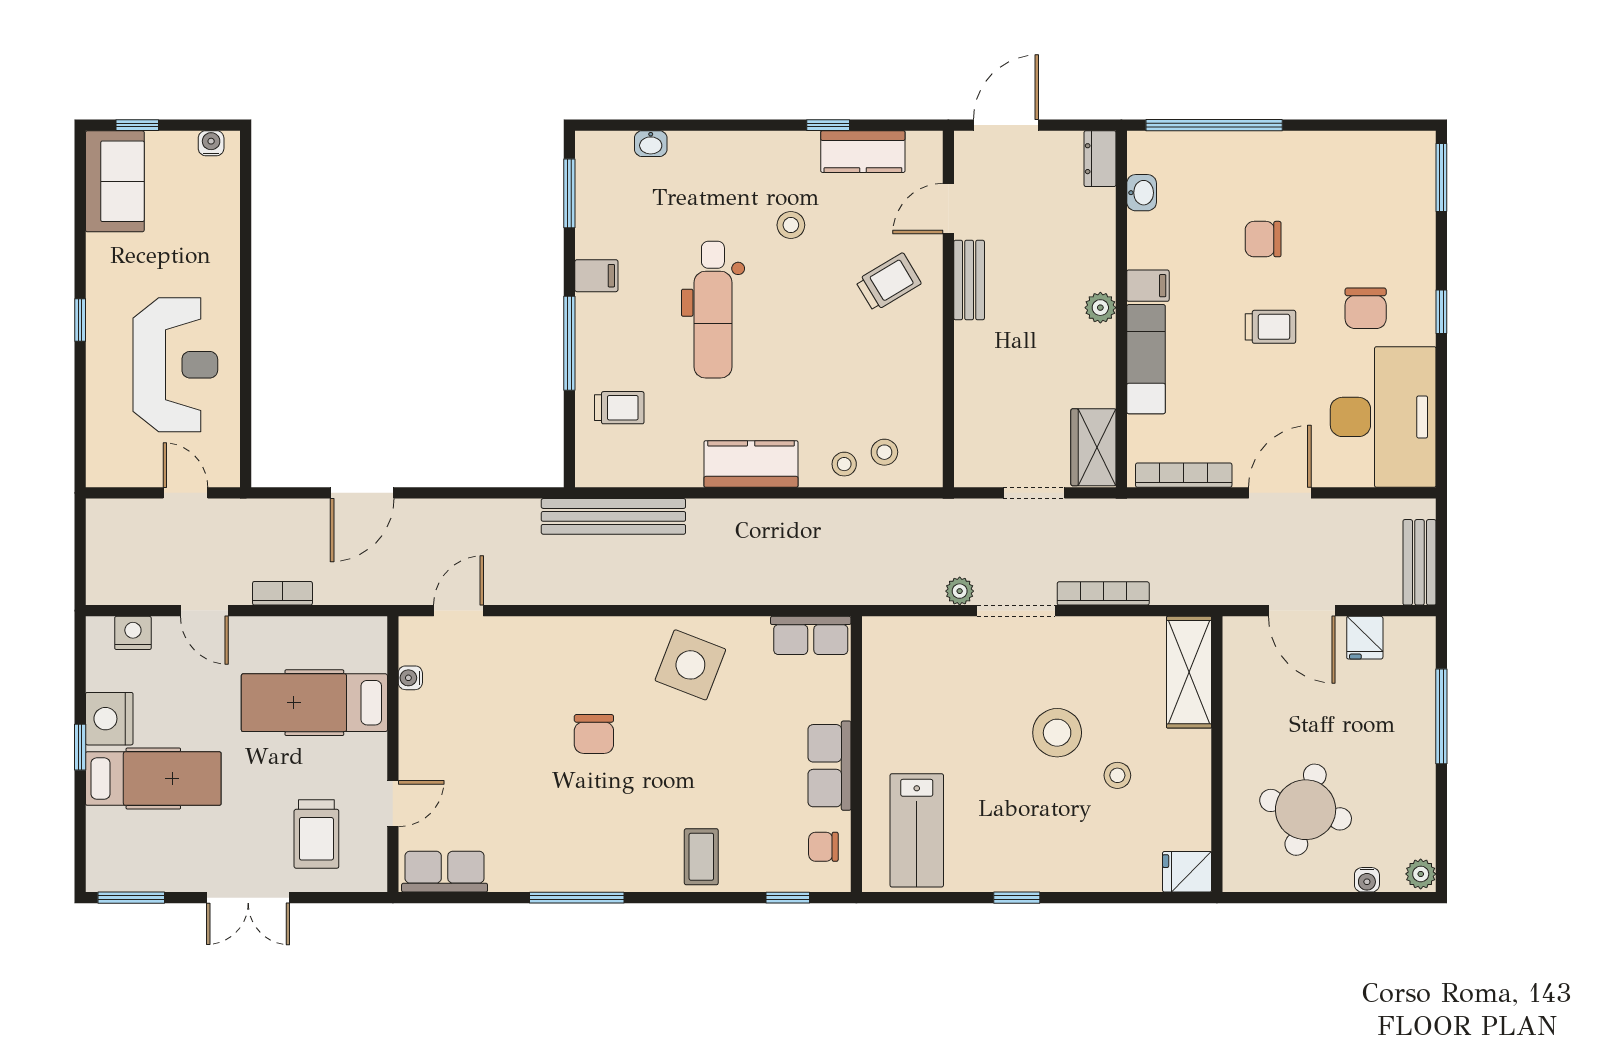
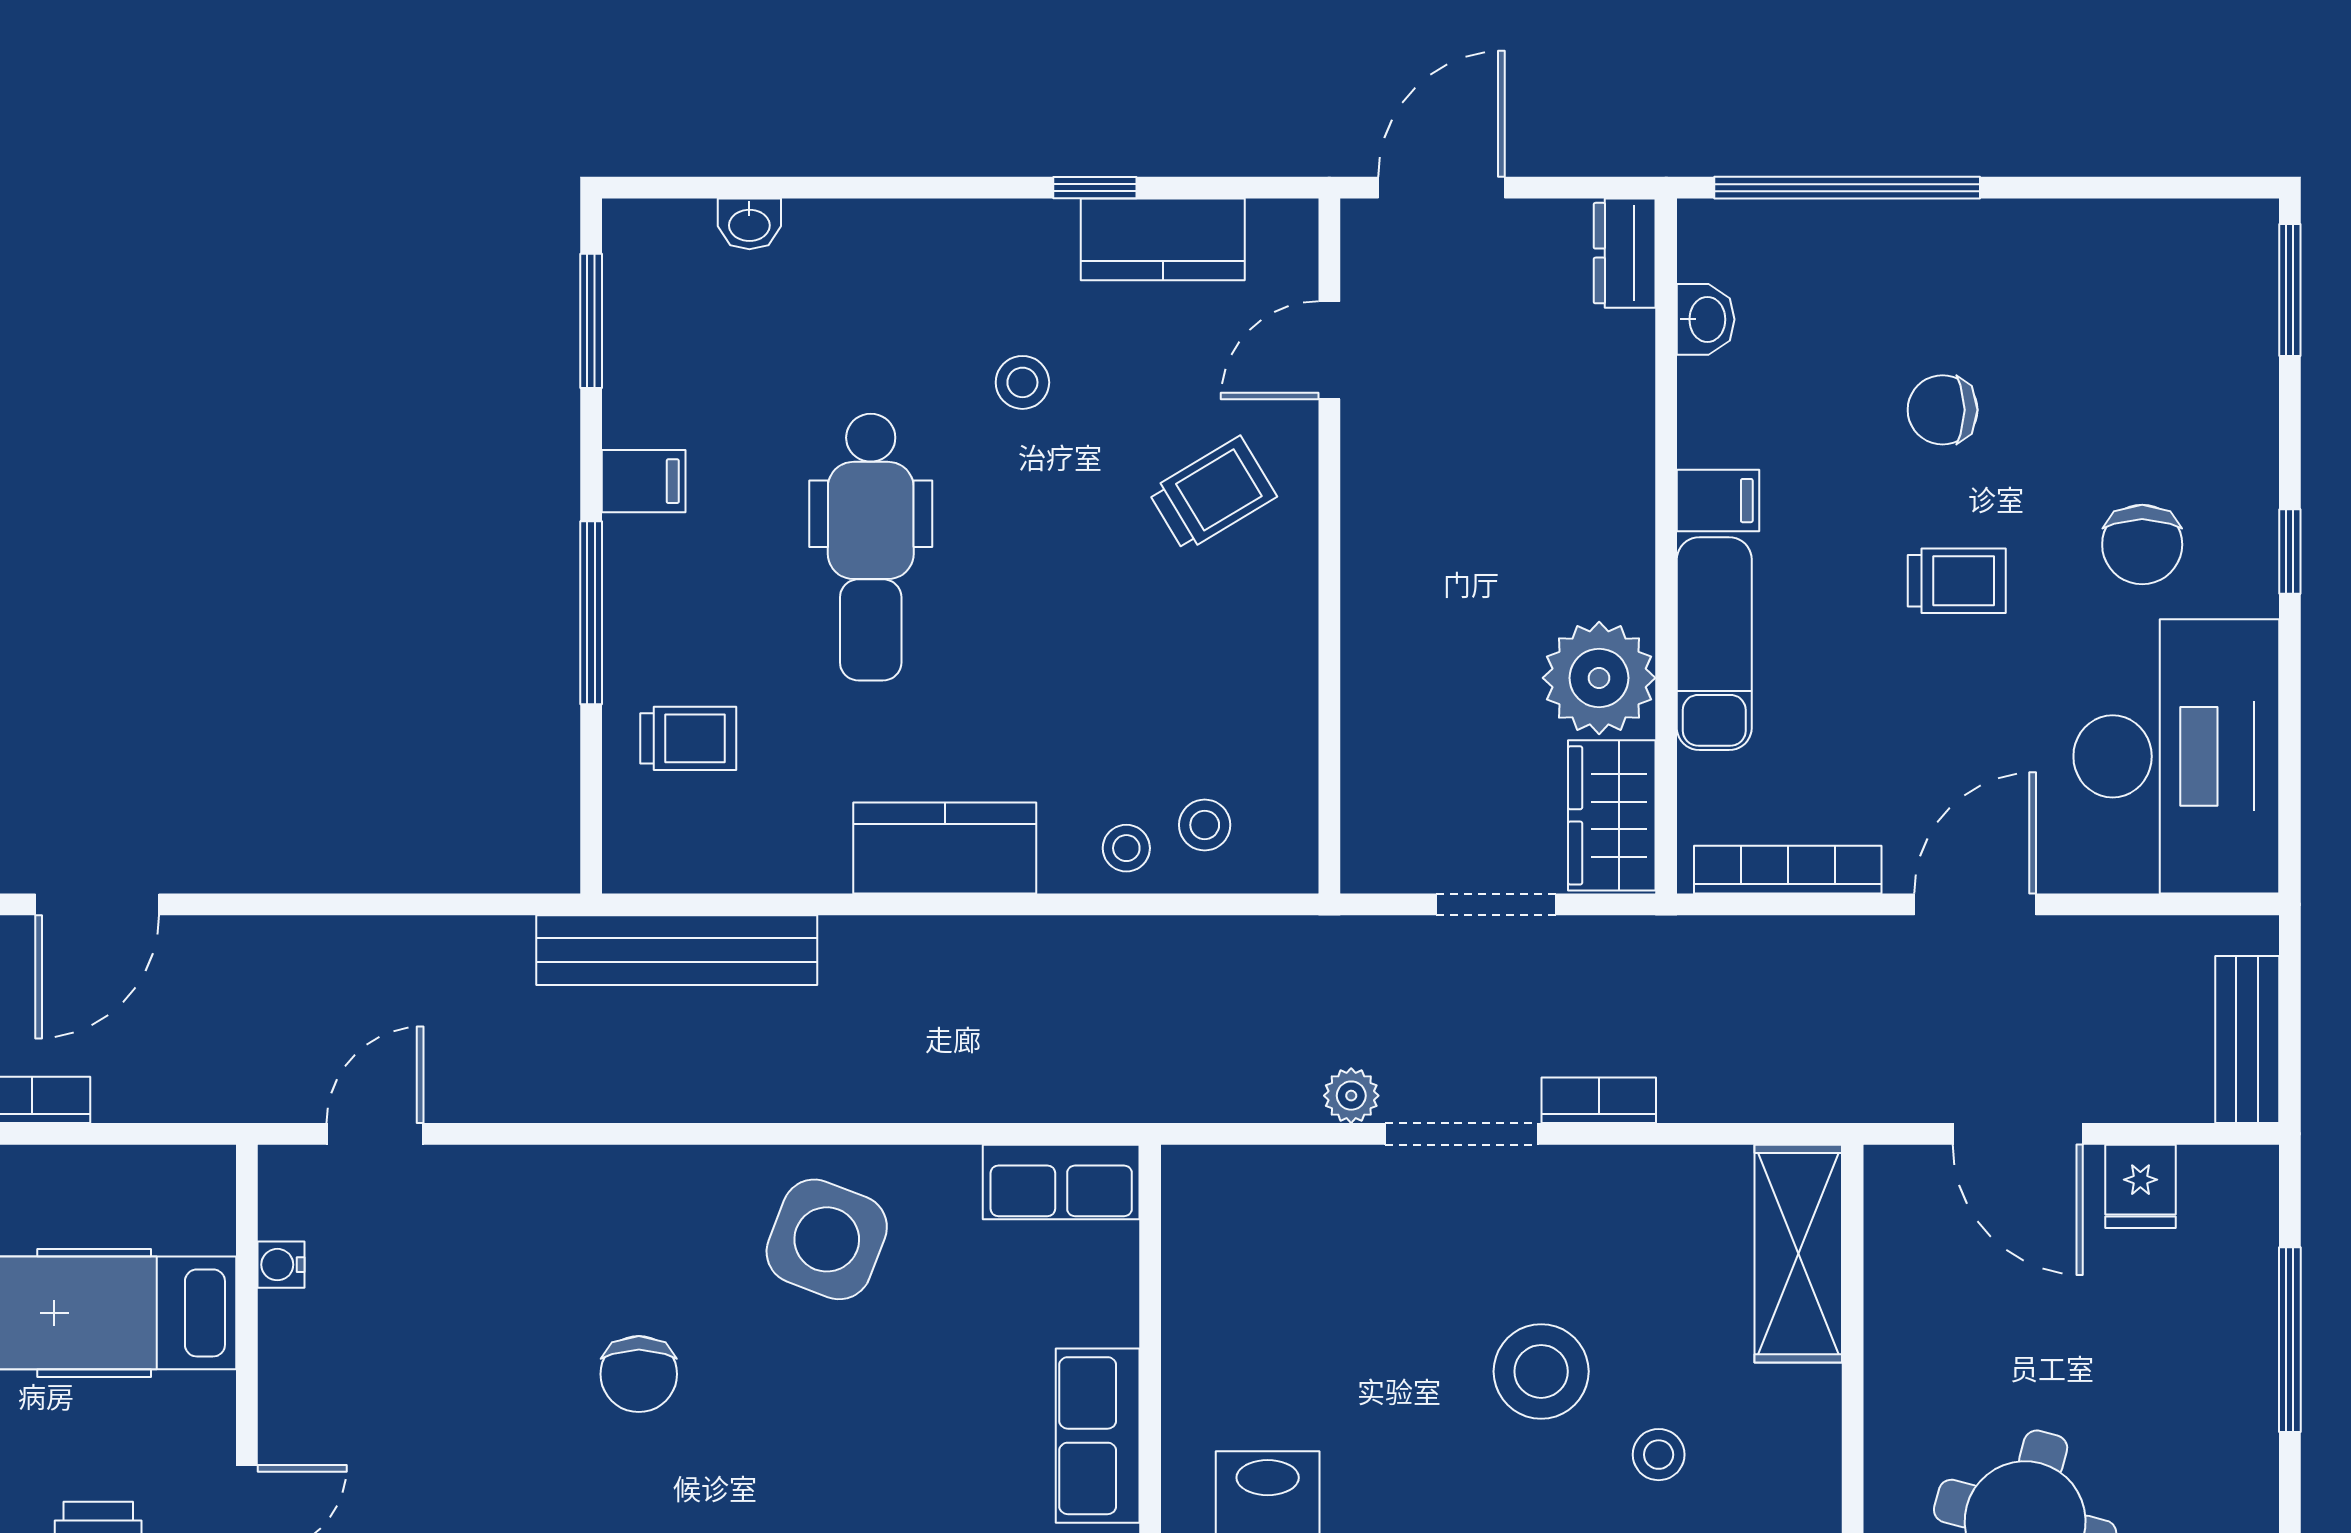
bench: (969, 280) -> (1370, 490), removed
plant: (1100, 308) -> (1599, 678), moved, width x1.87, depth x1.87
door: (362, 493) -> (97, 904), moved
bookcase: (1103, 593) -> (1599, 1100), width x0.64

